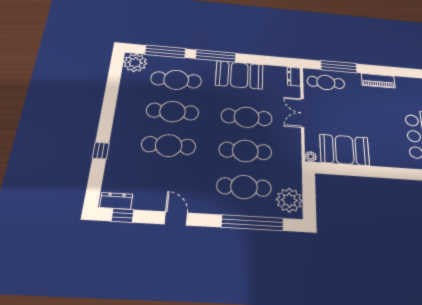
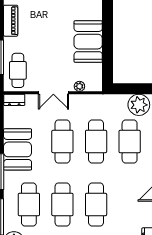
booth: (344, 150) -> (88, 42), moved
plant: (311, 157) -> (79, 86), moved

